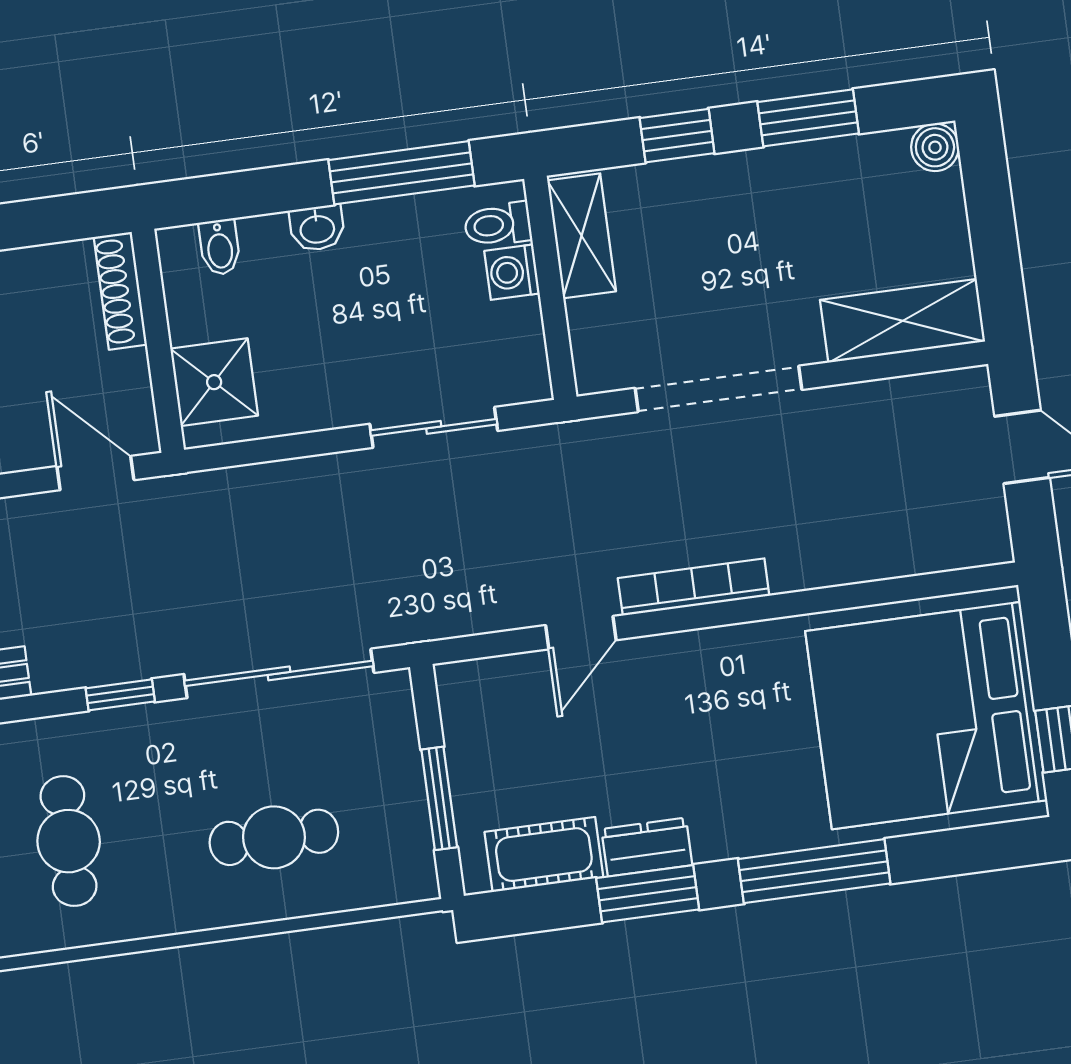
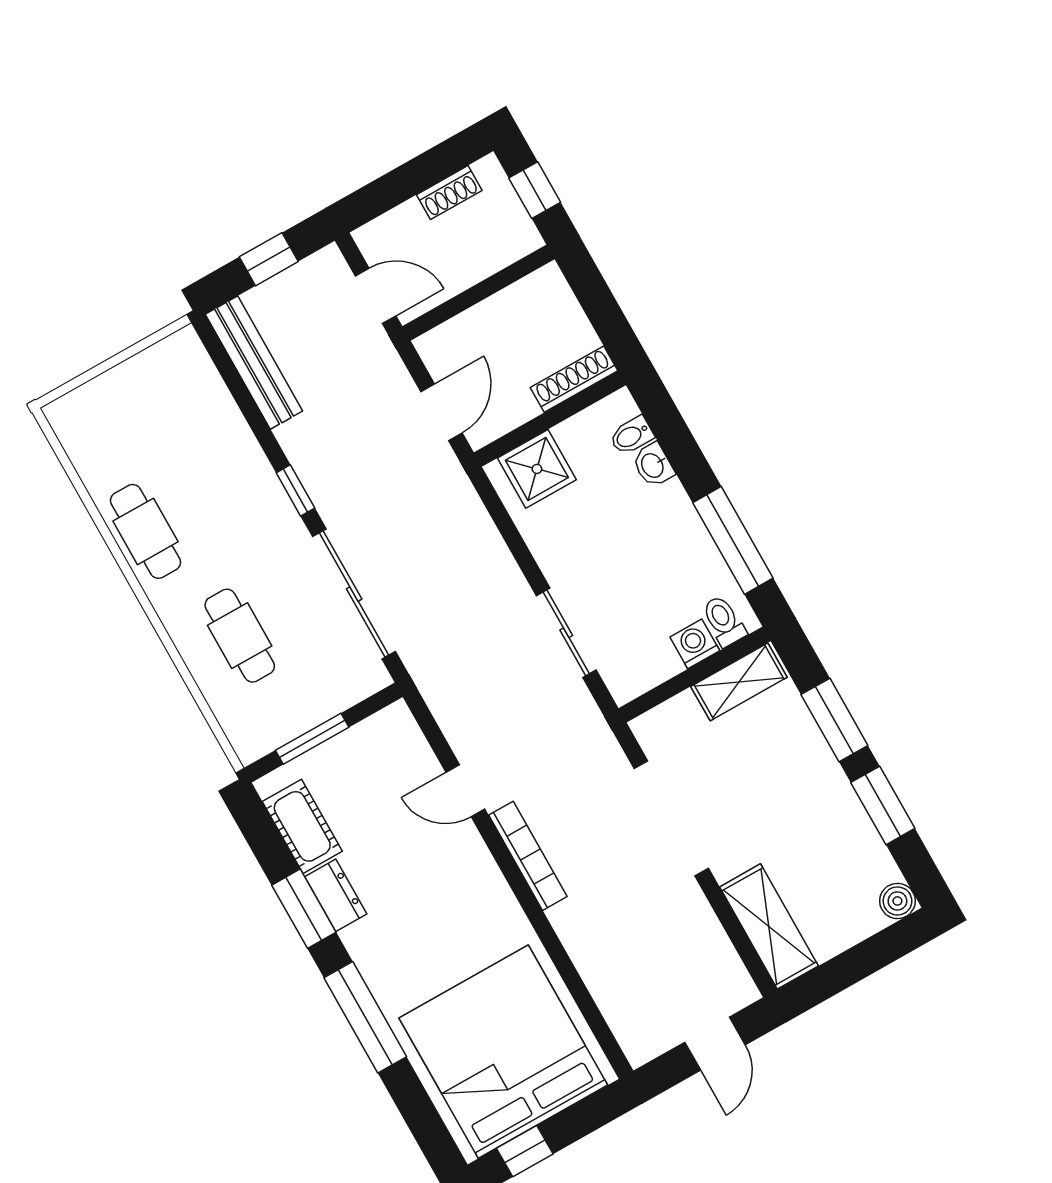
window: (677, 136) -> (834, 720), width x1.50
washbasin: (317, 228) -> (653, 465), moved
cafe table: (69, 841) -> (146, 531), moved, turned 90

